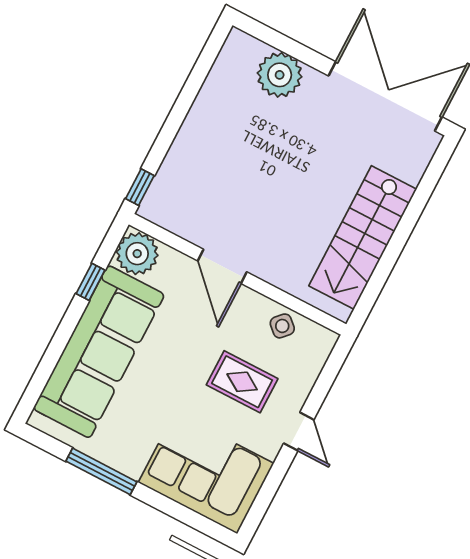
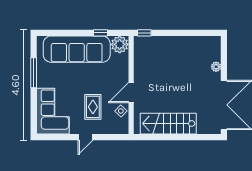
plant: (280, 75) -> (216, 67), width x0.53, depth x0.53
door: (222, 266) -> (131, 92), moved

